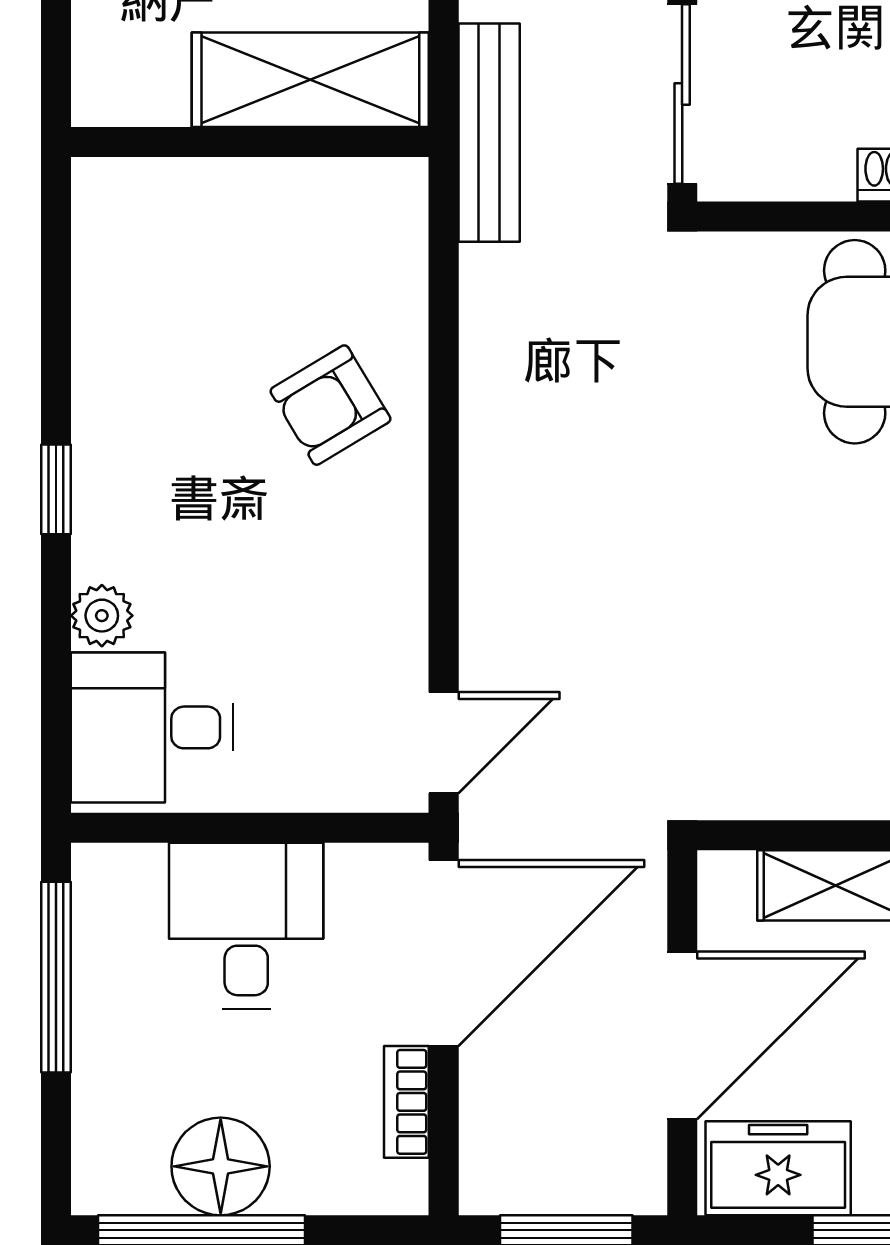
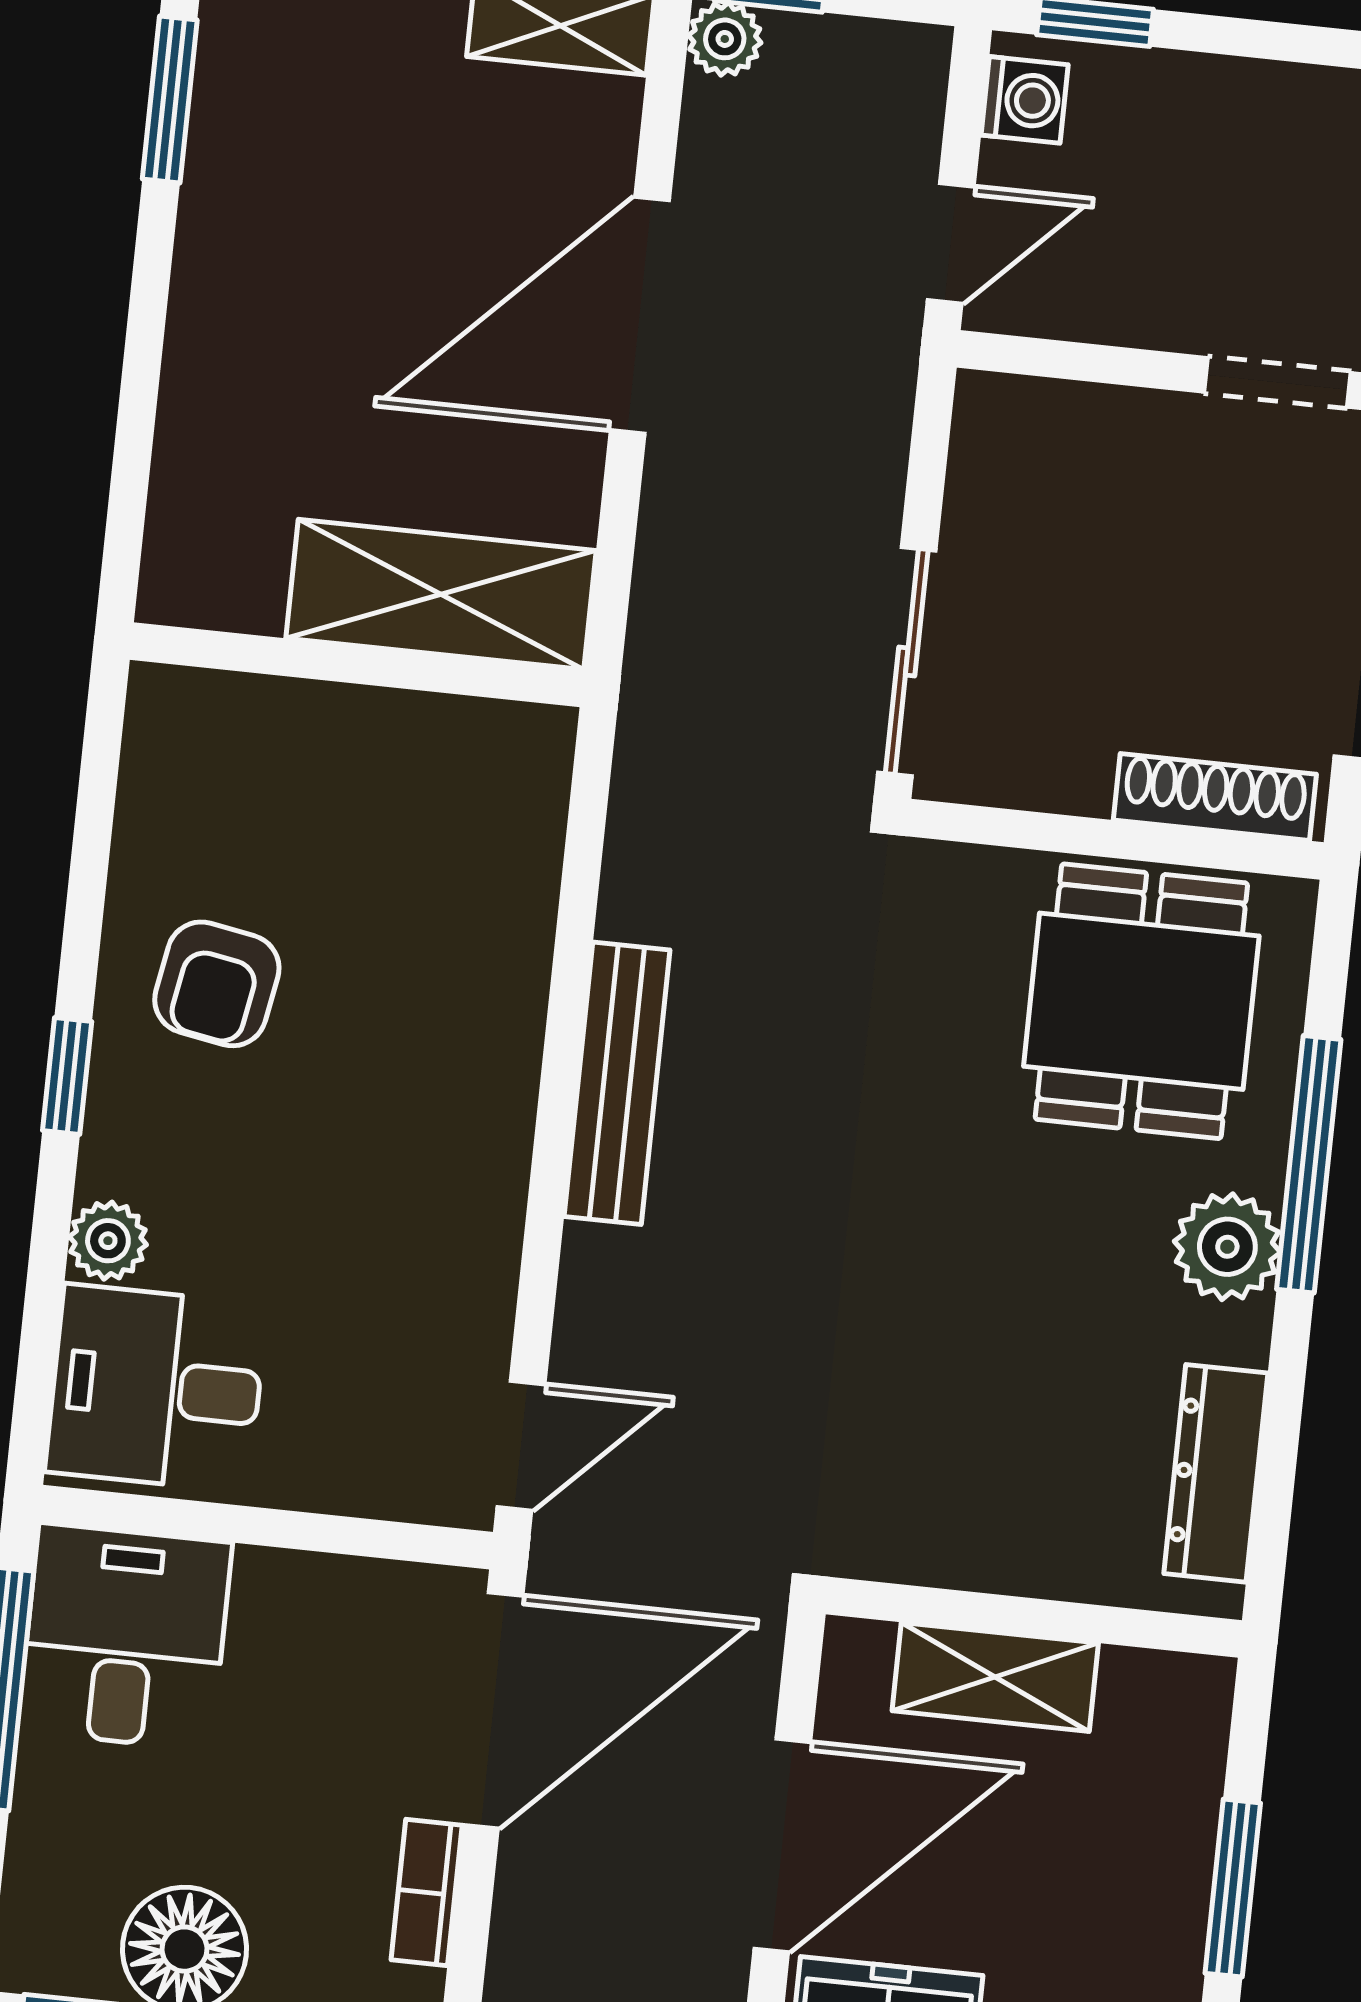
bench: (489, 133) -> (617, 1083), moved
armchair: (331, 405) -> (217, 984), moved, turned -49
desk: (246, 926) -> (125, 1637), moved

